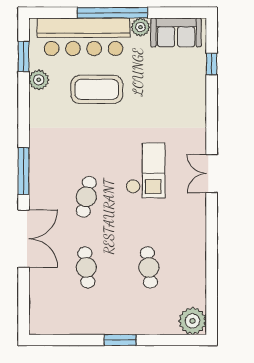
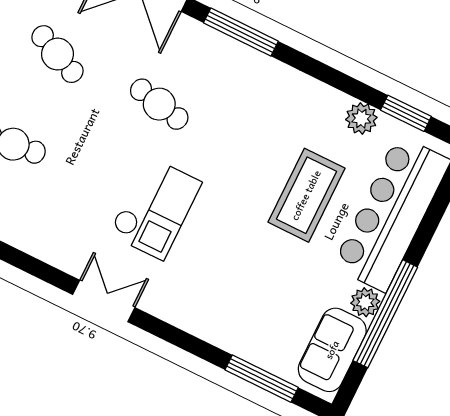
window: (112, 13) -> (385, 314), moved
window: (212, 64) -> (262, 379), width x2.17
checkout: (146, 170) -> (155, 208), turned -90
cafe table: (86, 267) -> (57, 54), turned 30

